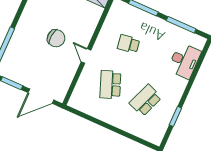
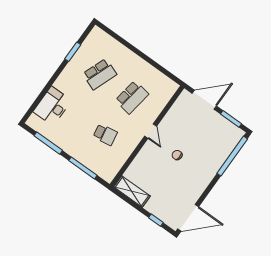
chair: (56, 38) -> (177, 155), width x0.54, depth x0.54
school desk: (110, 85) -> (132, 97), turned 30

